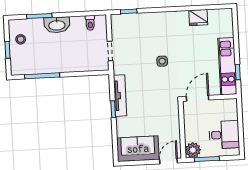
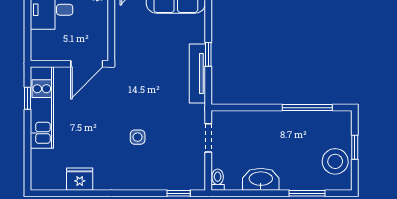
toilet: (90, 23) -> (218, 180), moved
washbasin: (57, 25) -> (261, 179), moved
stool: (21, 39) -> (335, 161), width x1.89, depth x1.89
side table: (162, 61) -> (138, 137), moved

